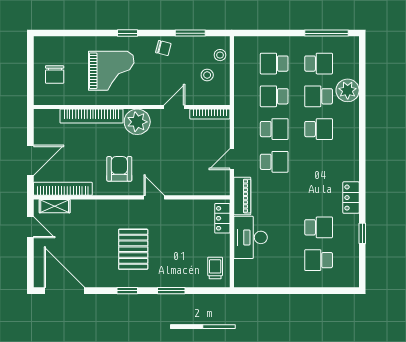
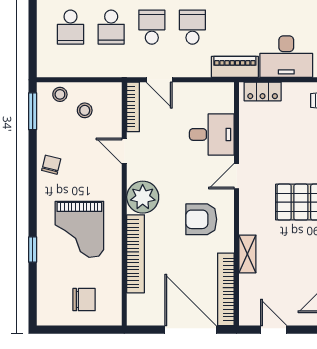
window: (127, 33) -> (33, 250), moved
window: (190, 33) -> (33, 111), moved
grand piano: (111, 71) -> (79, 229), turned 180
door: (232, 159) -> (159, 80), moved
door: (30, 160) -> (191, 330), width x1.36
desk: (188, 177) -> (212, 134), added
shelving: (55, 206) -> (247, 254), moved
door: (30, 227) -> (274, 330), hinge flipped

